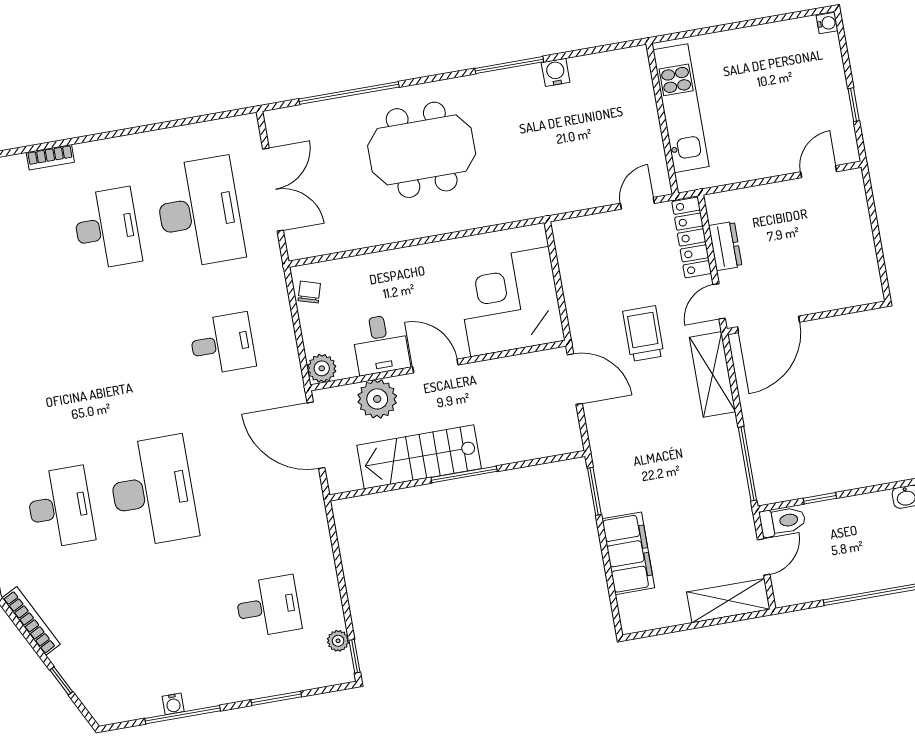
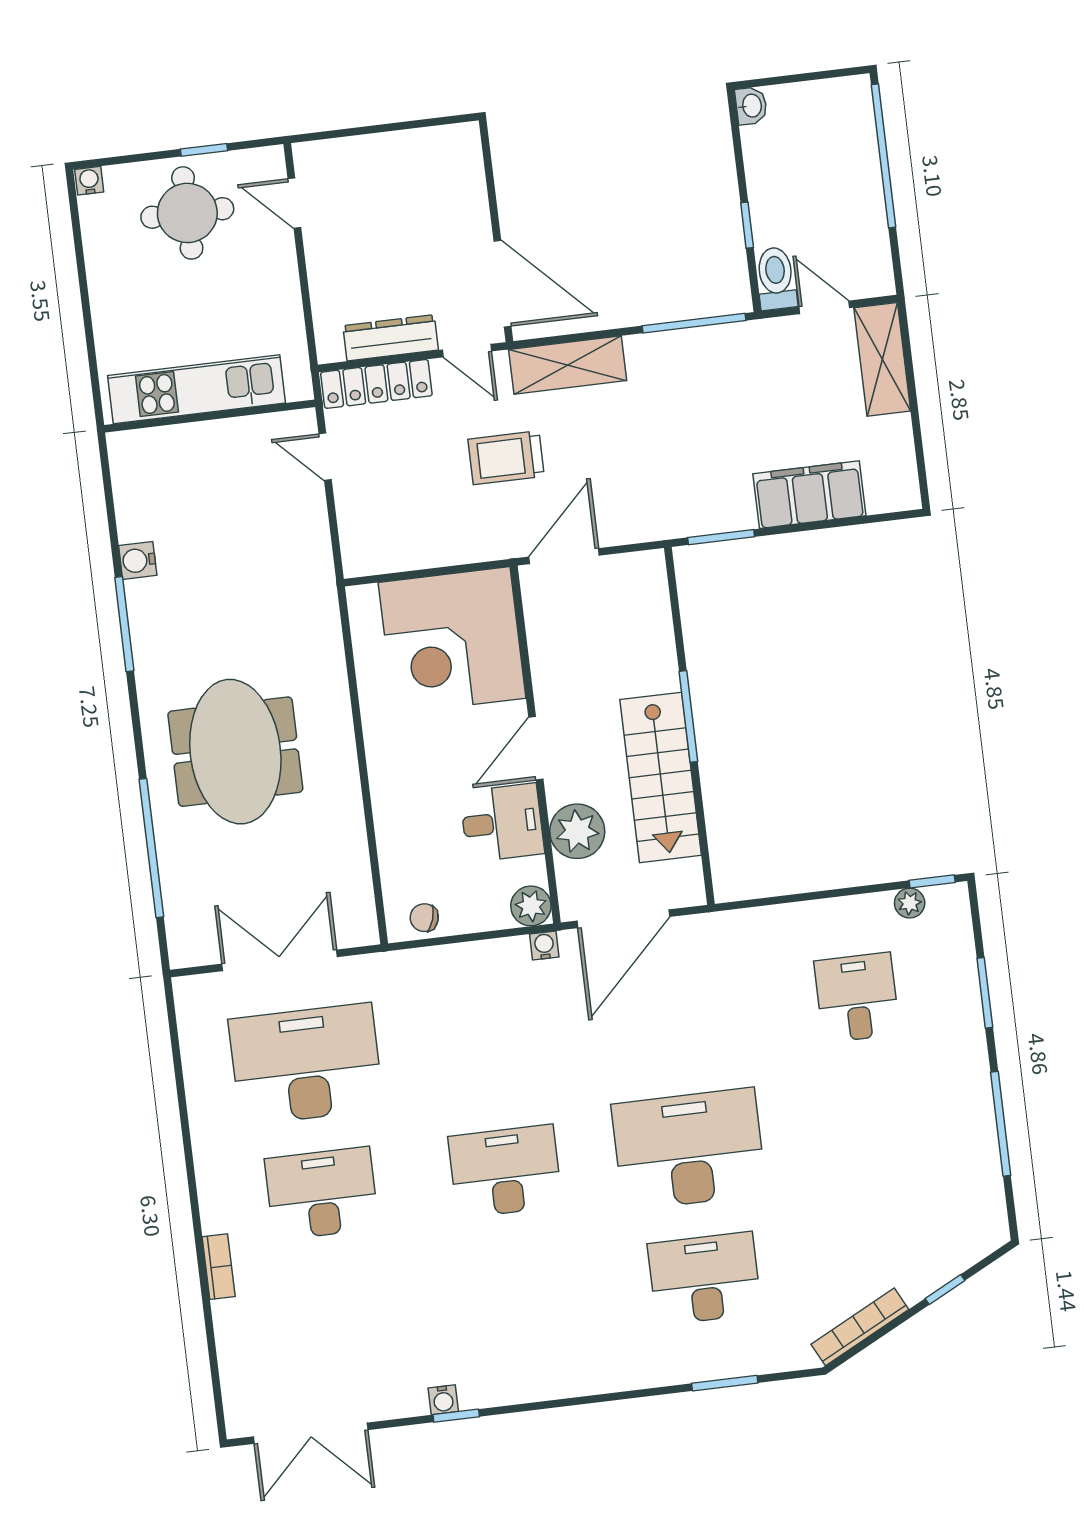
round table: (808, 95) -> (187, 213), added
dresser: (725, 246) -> (391, 338), width x1.44
desk: (222, 344) -> (505, 1171), moved, width x1.37
water cooler: (173, 704) -> (544, 945), moved, turned -90

